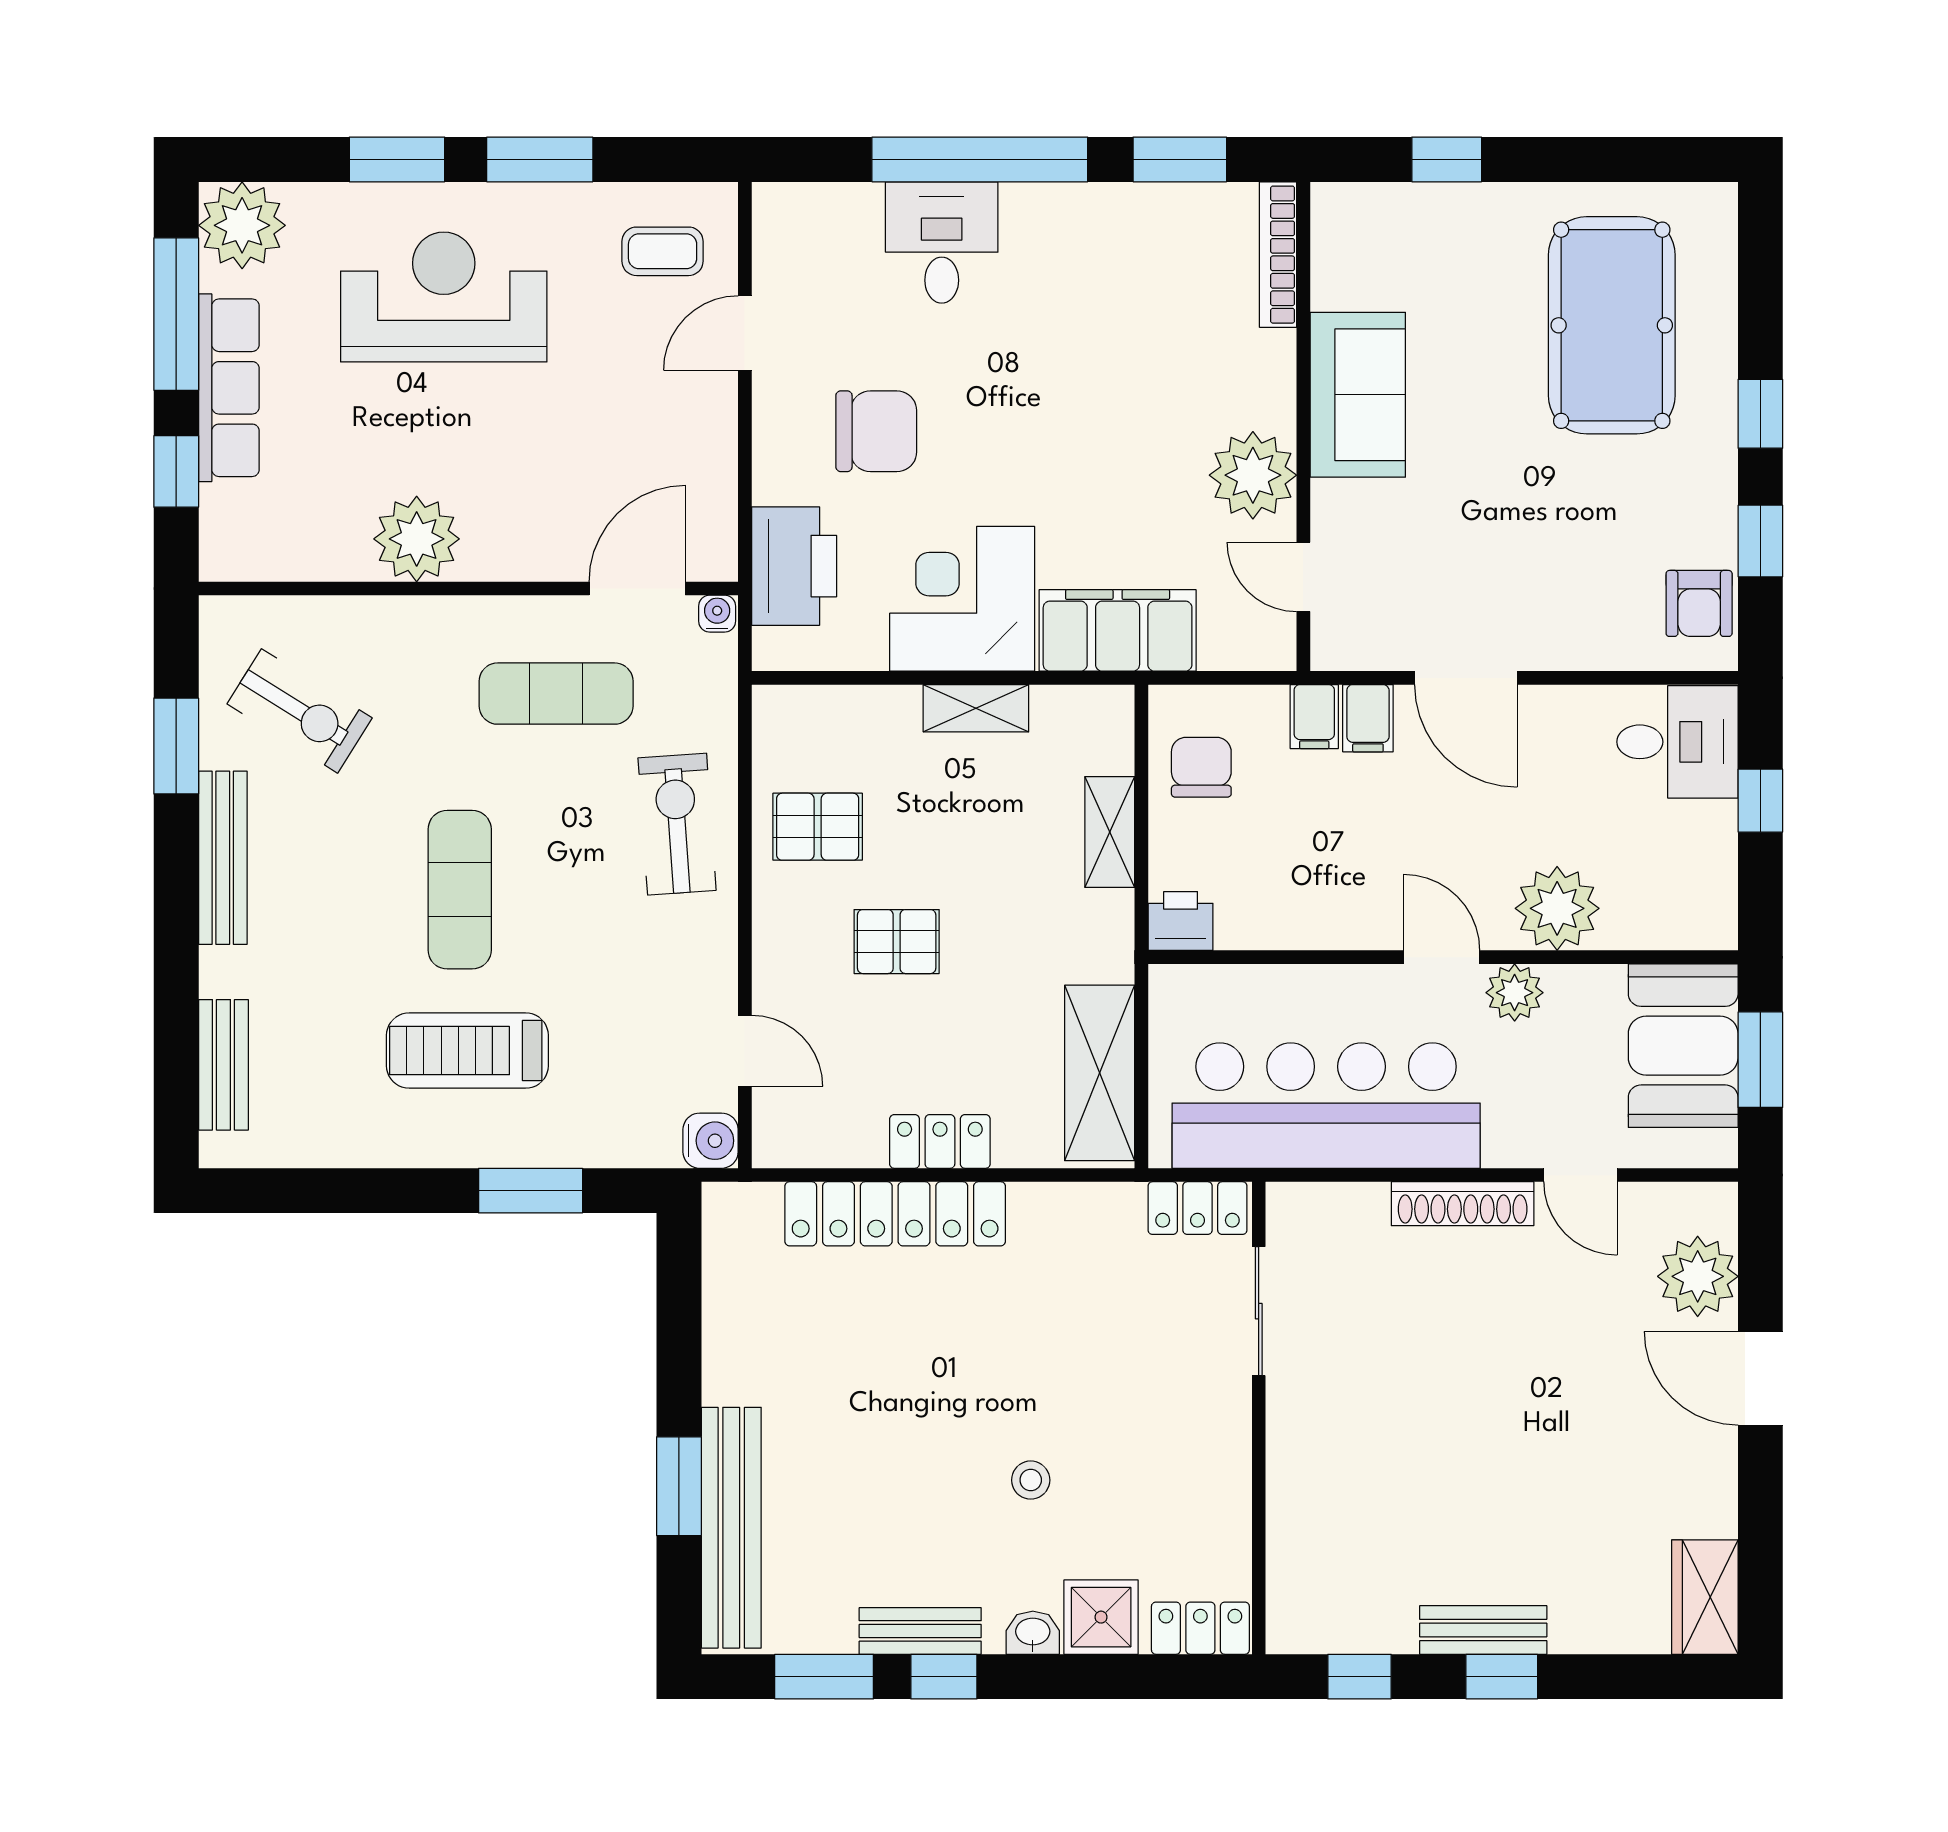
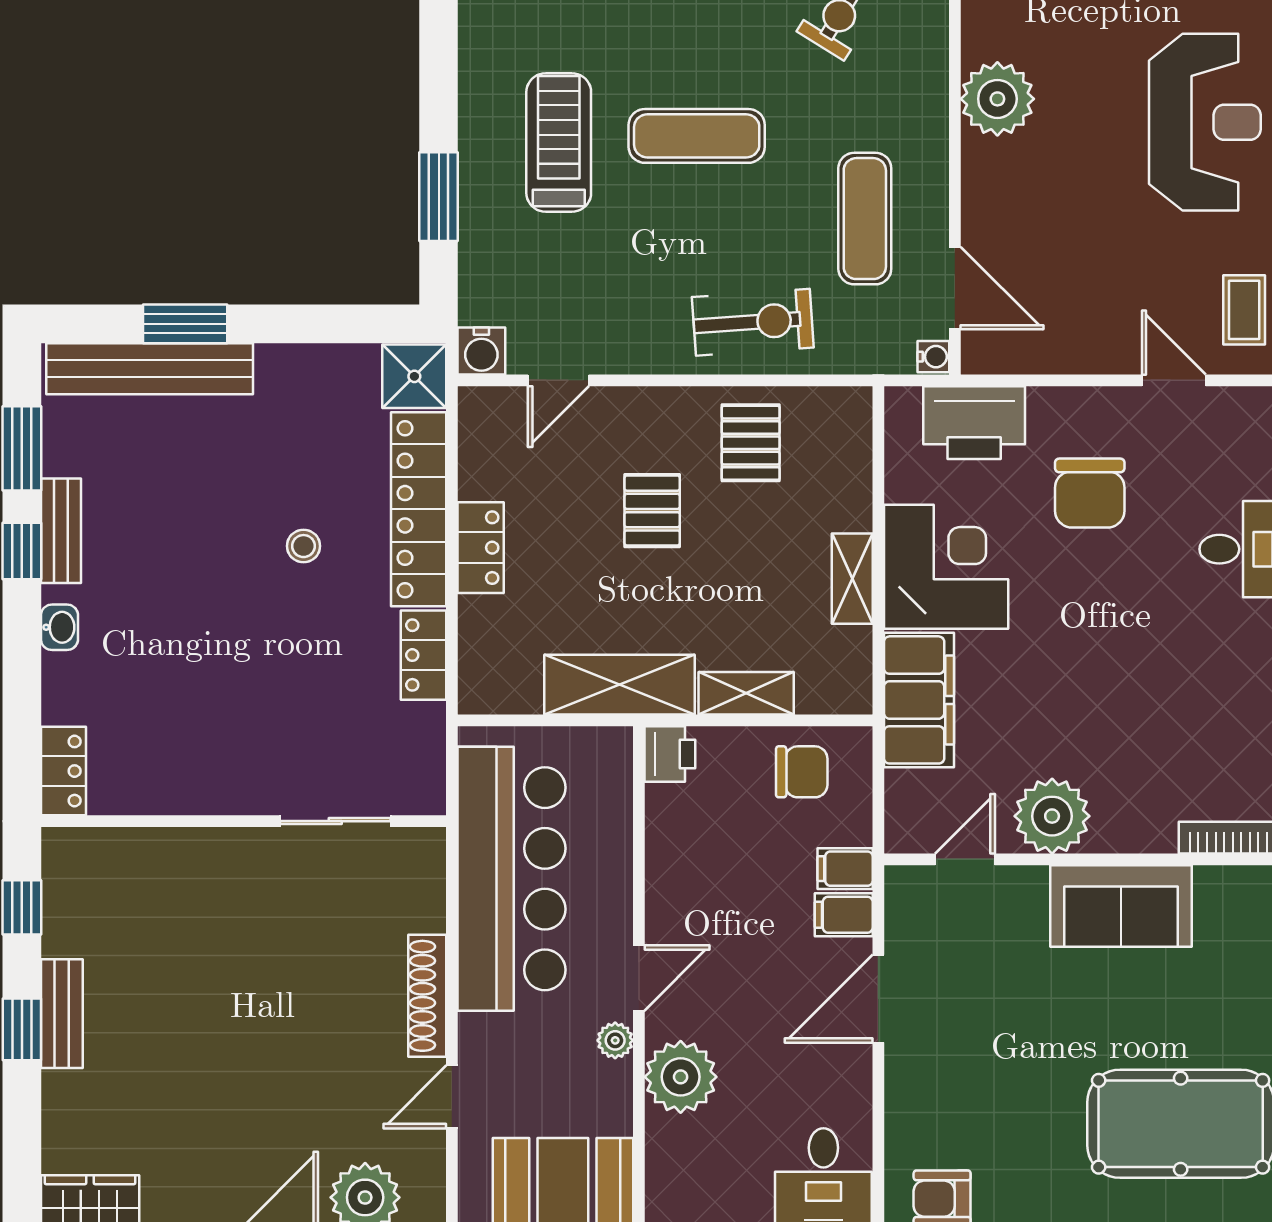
plant: (1515, 993) -> (615, 1040), width x0.73, depth x0.73
shelving: (1100, 1073) -> (620, 685), moved
locker: (1198, 1208) -> (424, 655), moved
stool: (1031, 1480) -> (303, 546), moved
shower: (1101, 1617) -> (414, 376), moved

